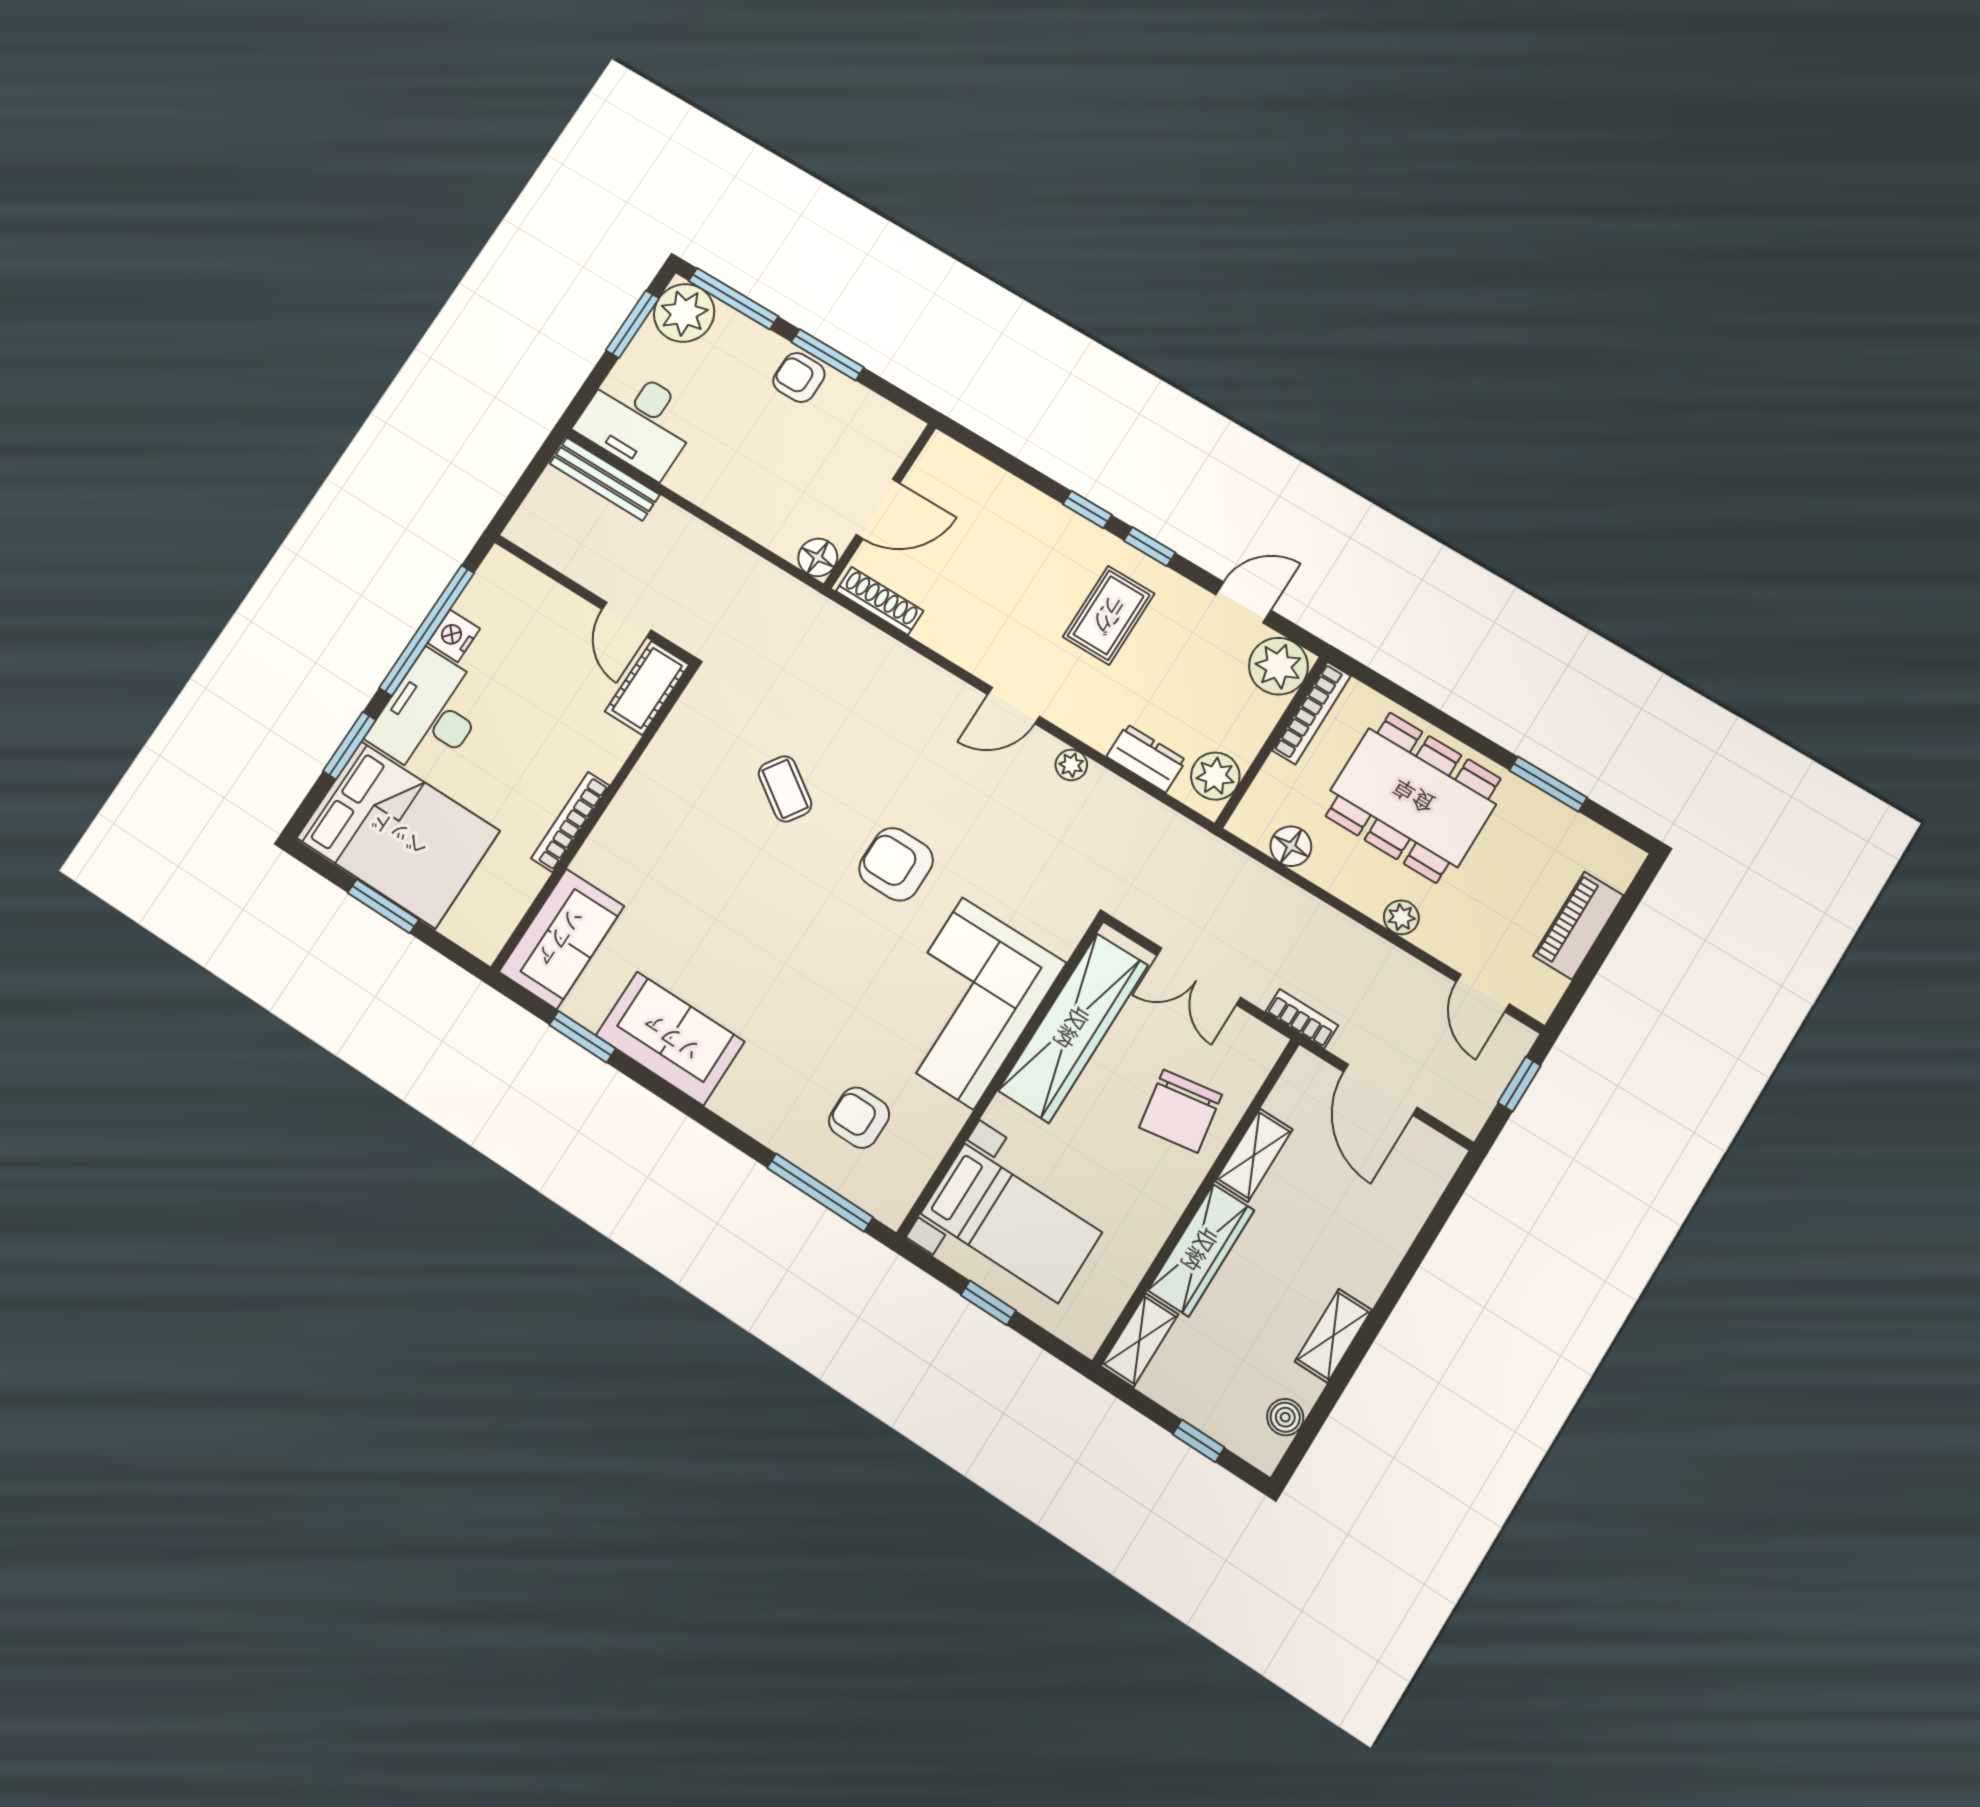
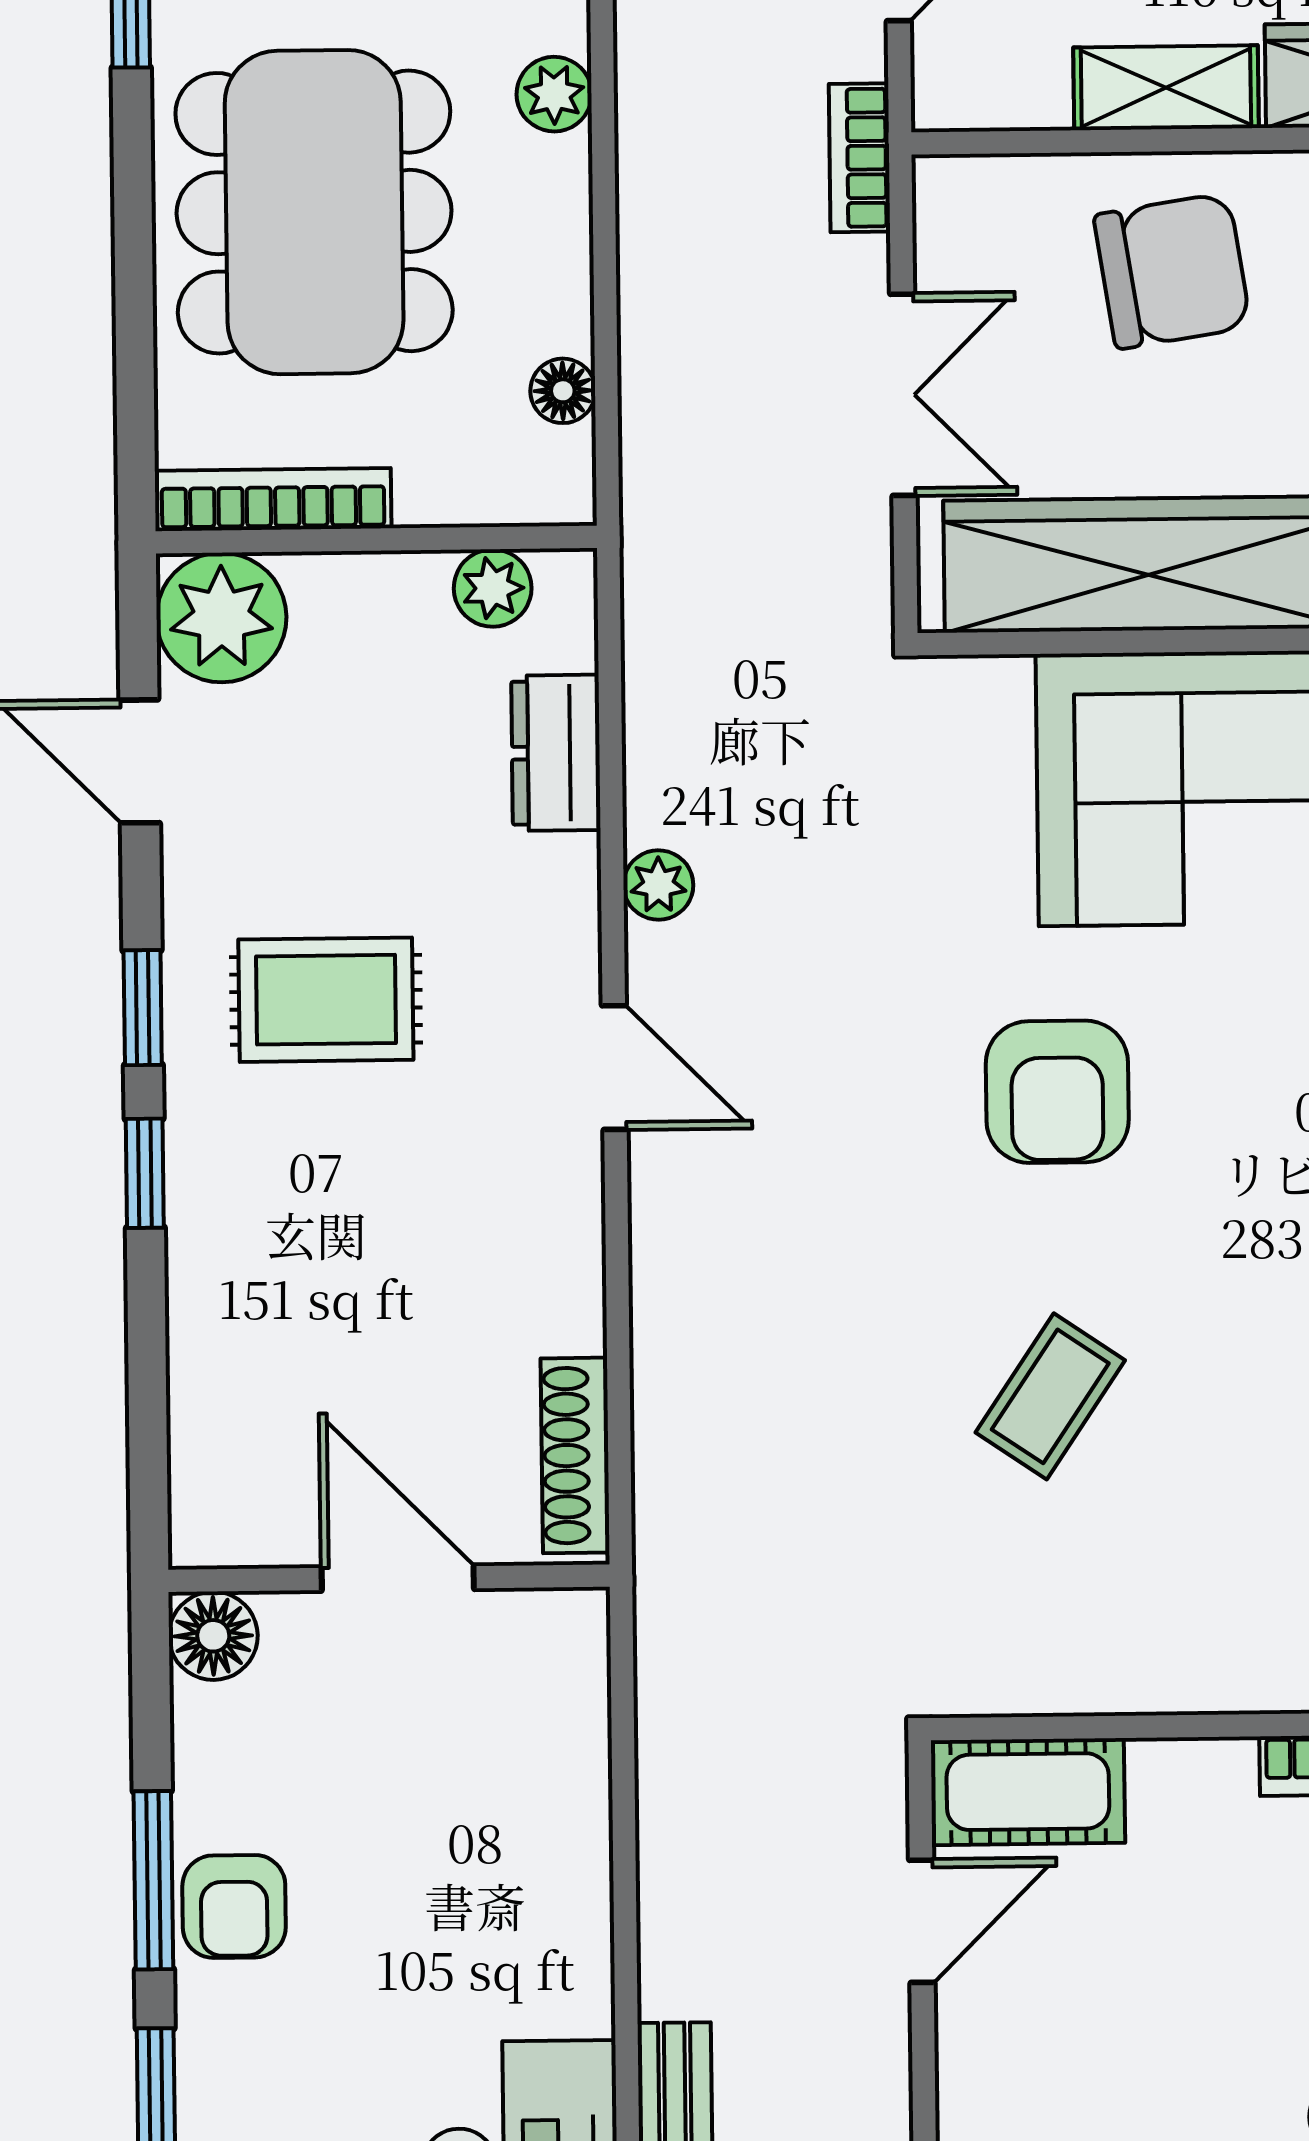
floor lamp: (818, 557) -> (213, 1636), moved
plant: (1215, 776) -> (493, 588), width x0.73, depth x0.73
floor lamp: (1291, 846) -> (563, 391), width x0.73, depth x0.73

